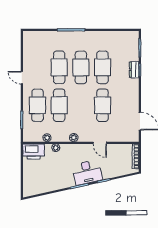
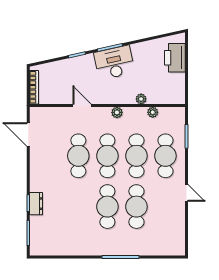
cafe table: (103, 67) -> (107, 156), moved
printer: (34, 152) -> (175, 58), moved, turned -90
desk: (87, 172) -> (114, 63), moved

